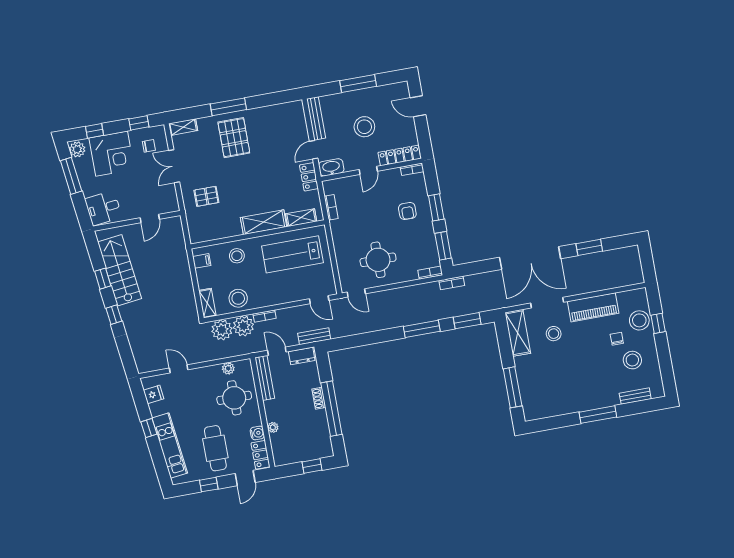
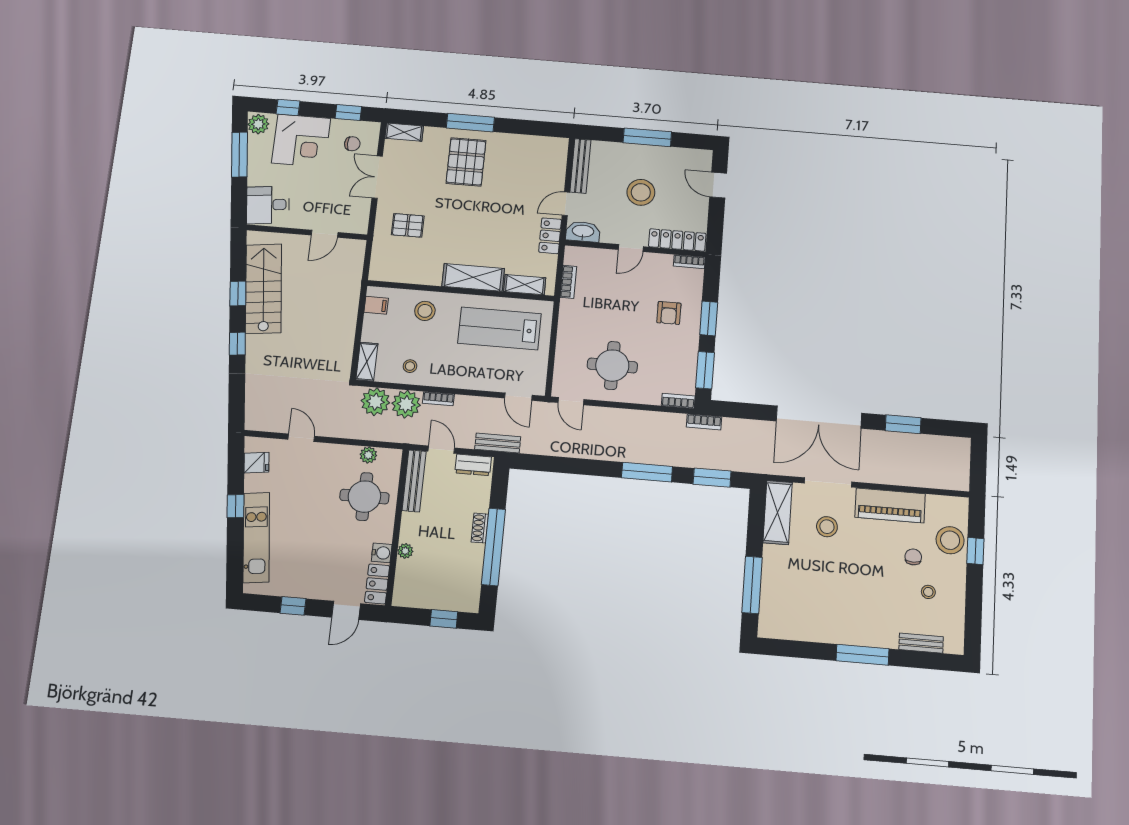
stool: (238, 298) -> (410, 366), width x0.53, depth x0.53
stool: (632, 360) -> (928, 592), width x0.53, depth x0.53
cafe table: (215, 448) -> (318, 558), removed

